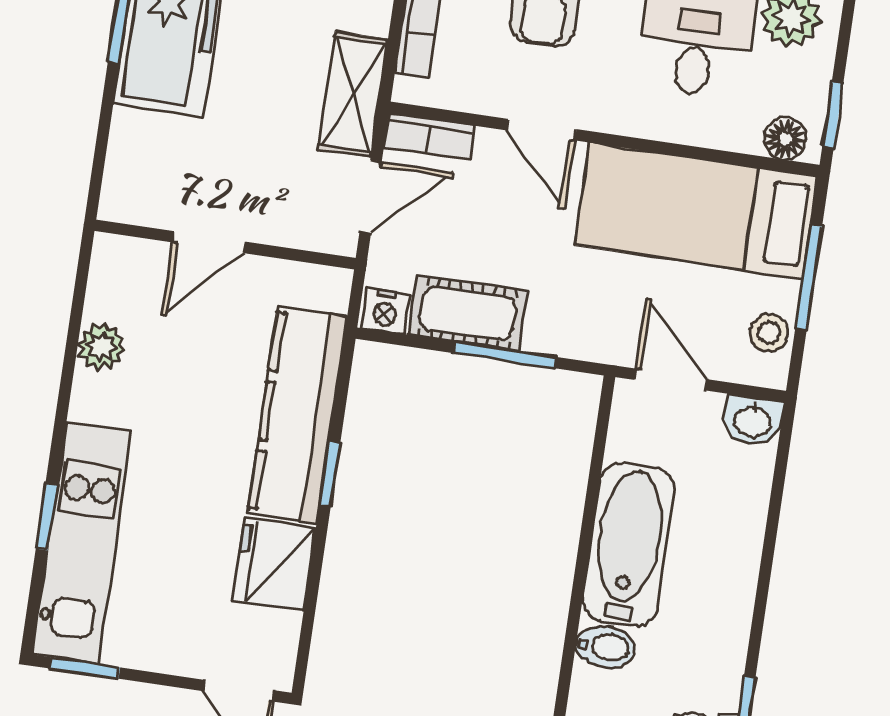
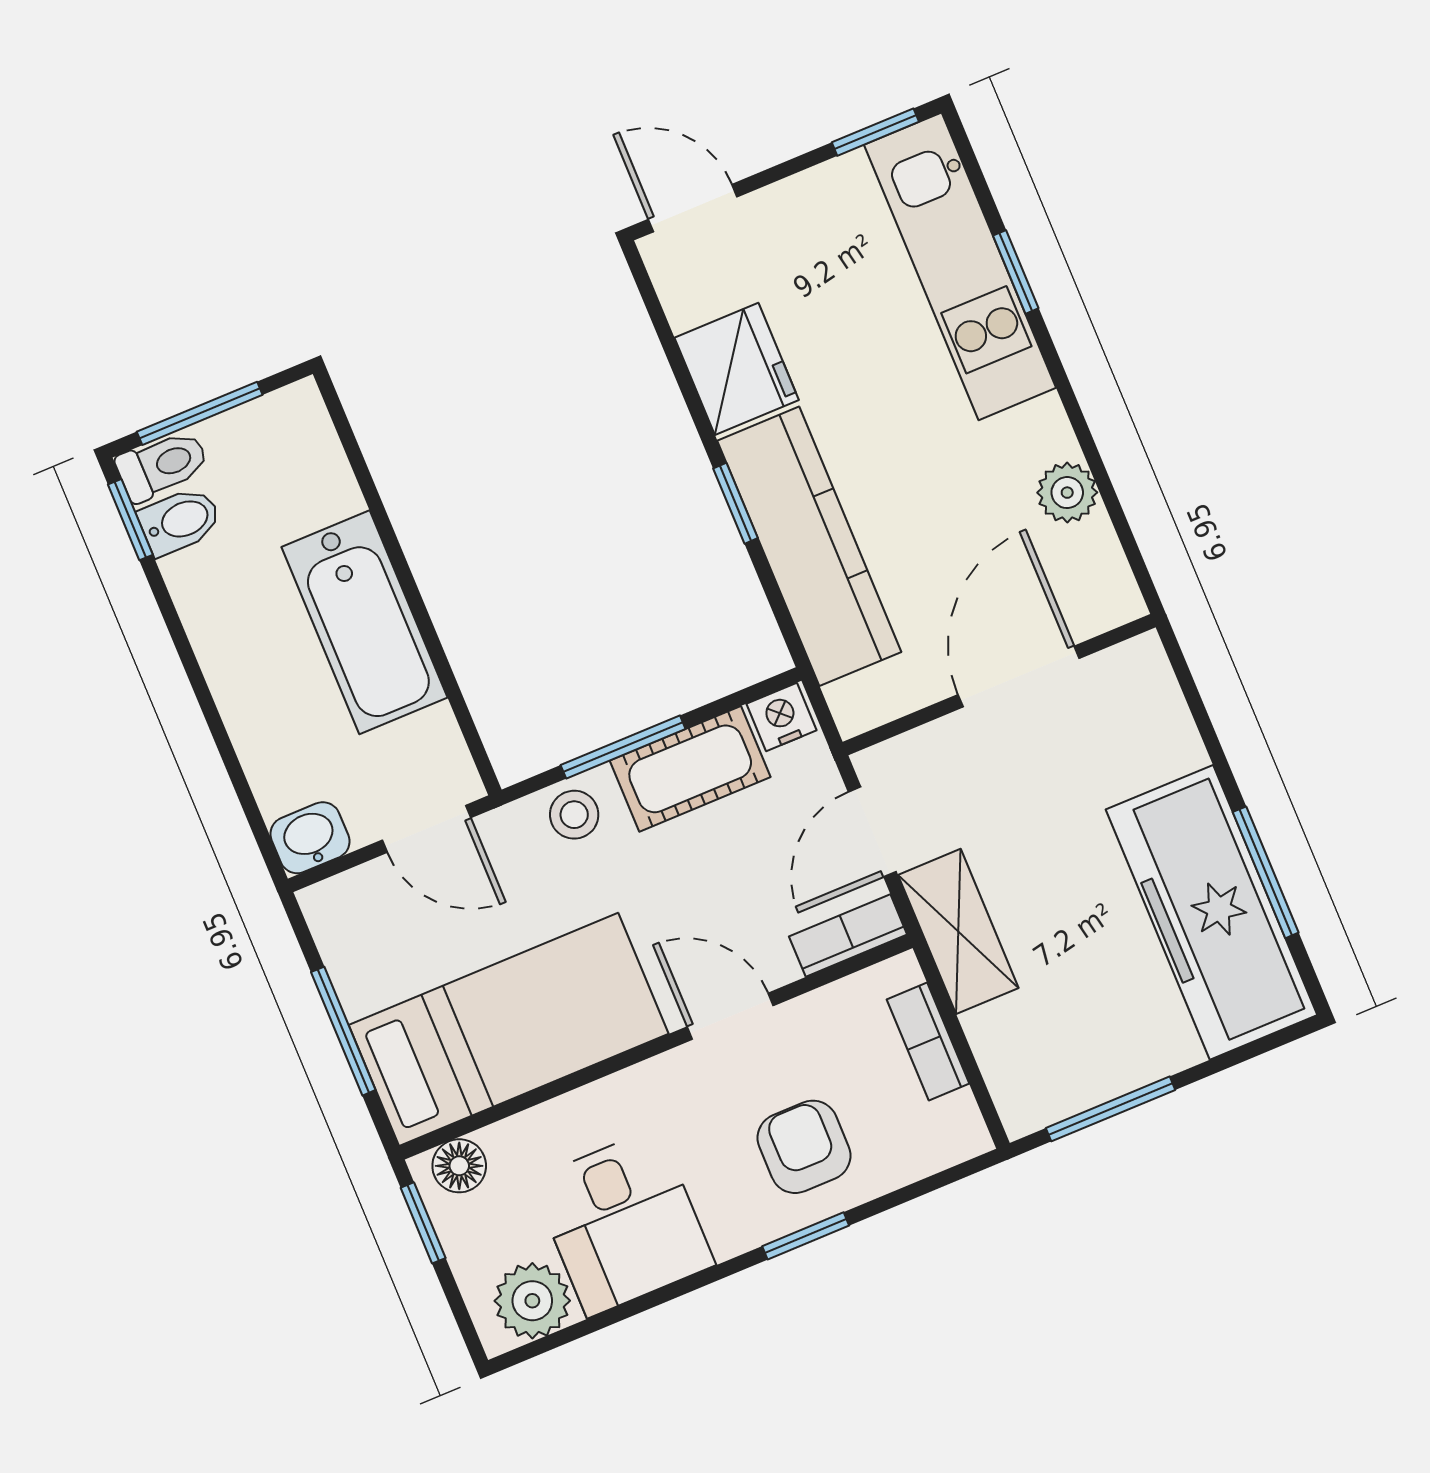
door: (209, 242) -> (1019, 676), width x1.38
stool: (769, 333) -> (574, 815), moved
bidet: (605, 647) -> (180, 521), moved, turned 180

